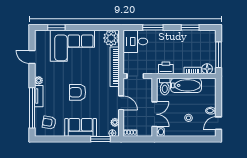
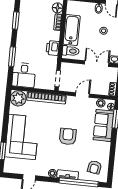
armchair: (78, 92) -> (68, 136), turned 180
sofa: (81, 127) -> (103, 125), moved

